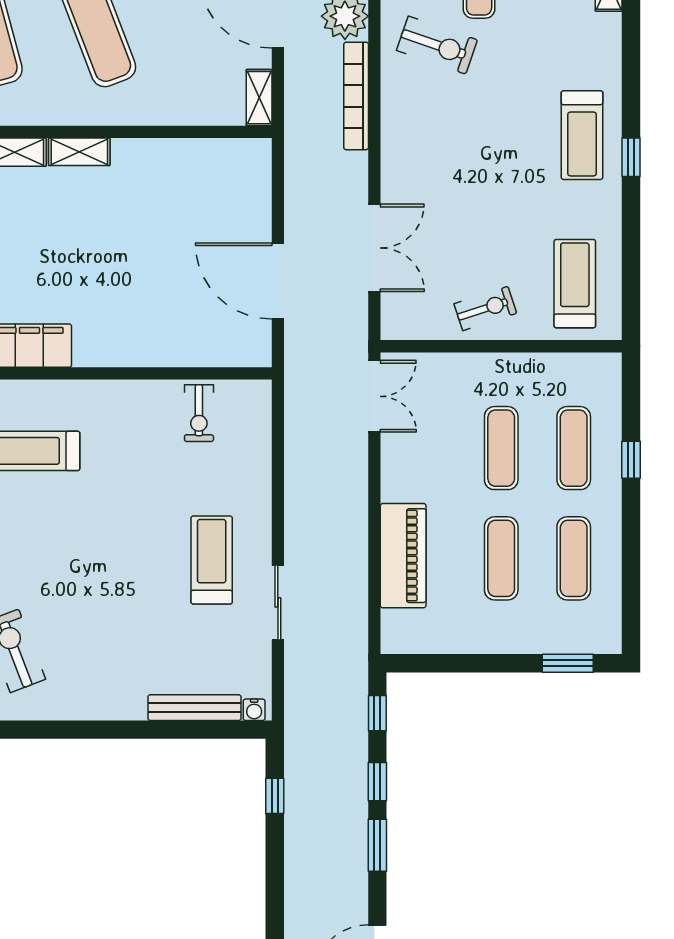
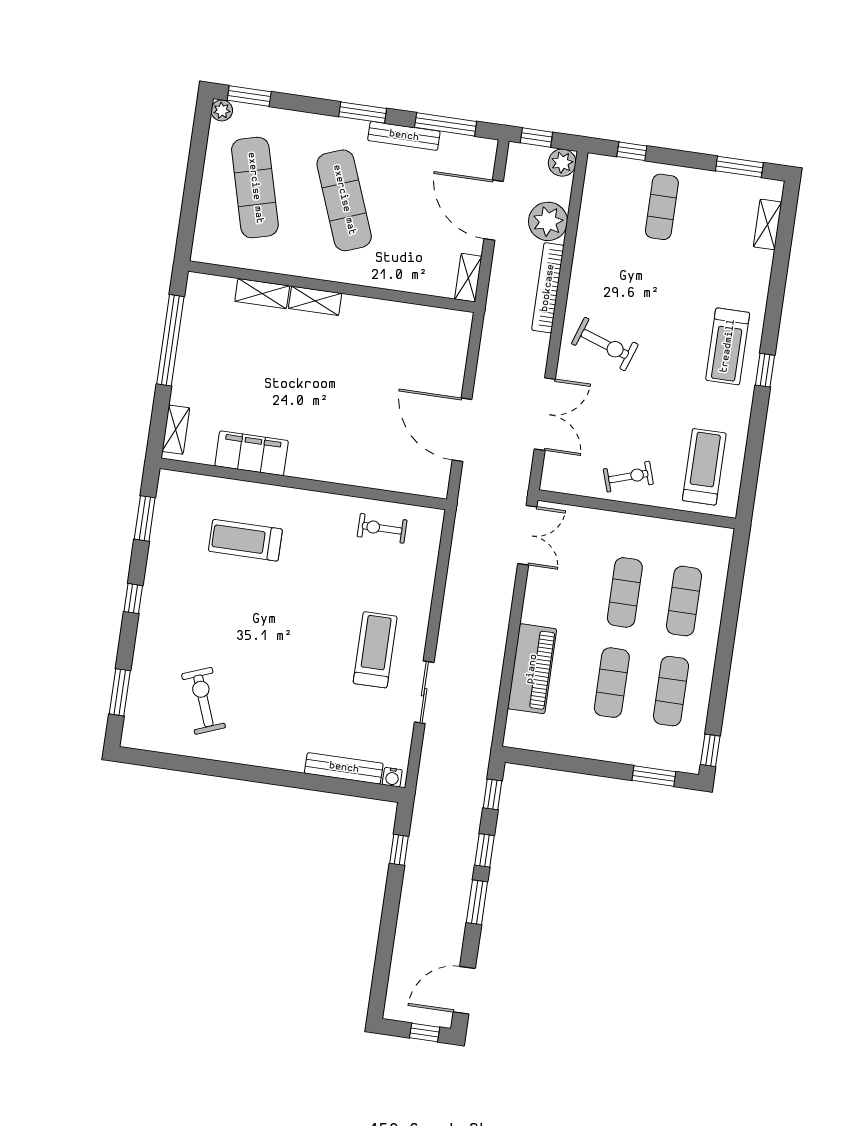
exercise bike: (437, 45) -> (605, 344), moved
exercise bike: (199, 413) -> (382, 528), turned 90
window: (631, 460) -> (710, 750), moved

